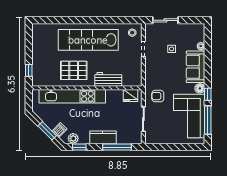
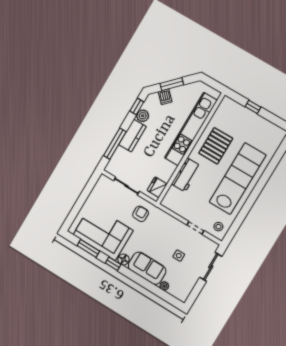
window: (29, 70) -> (253, 107), moved
window: (208, 120) -> (88, 248), width x0.69
plant: (73, 138) -> (143, 116), moved

